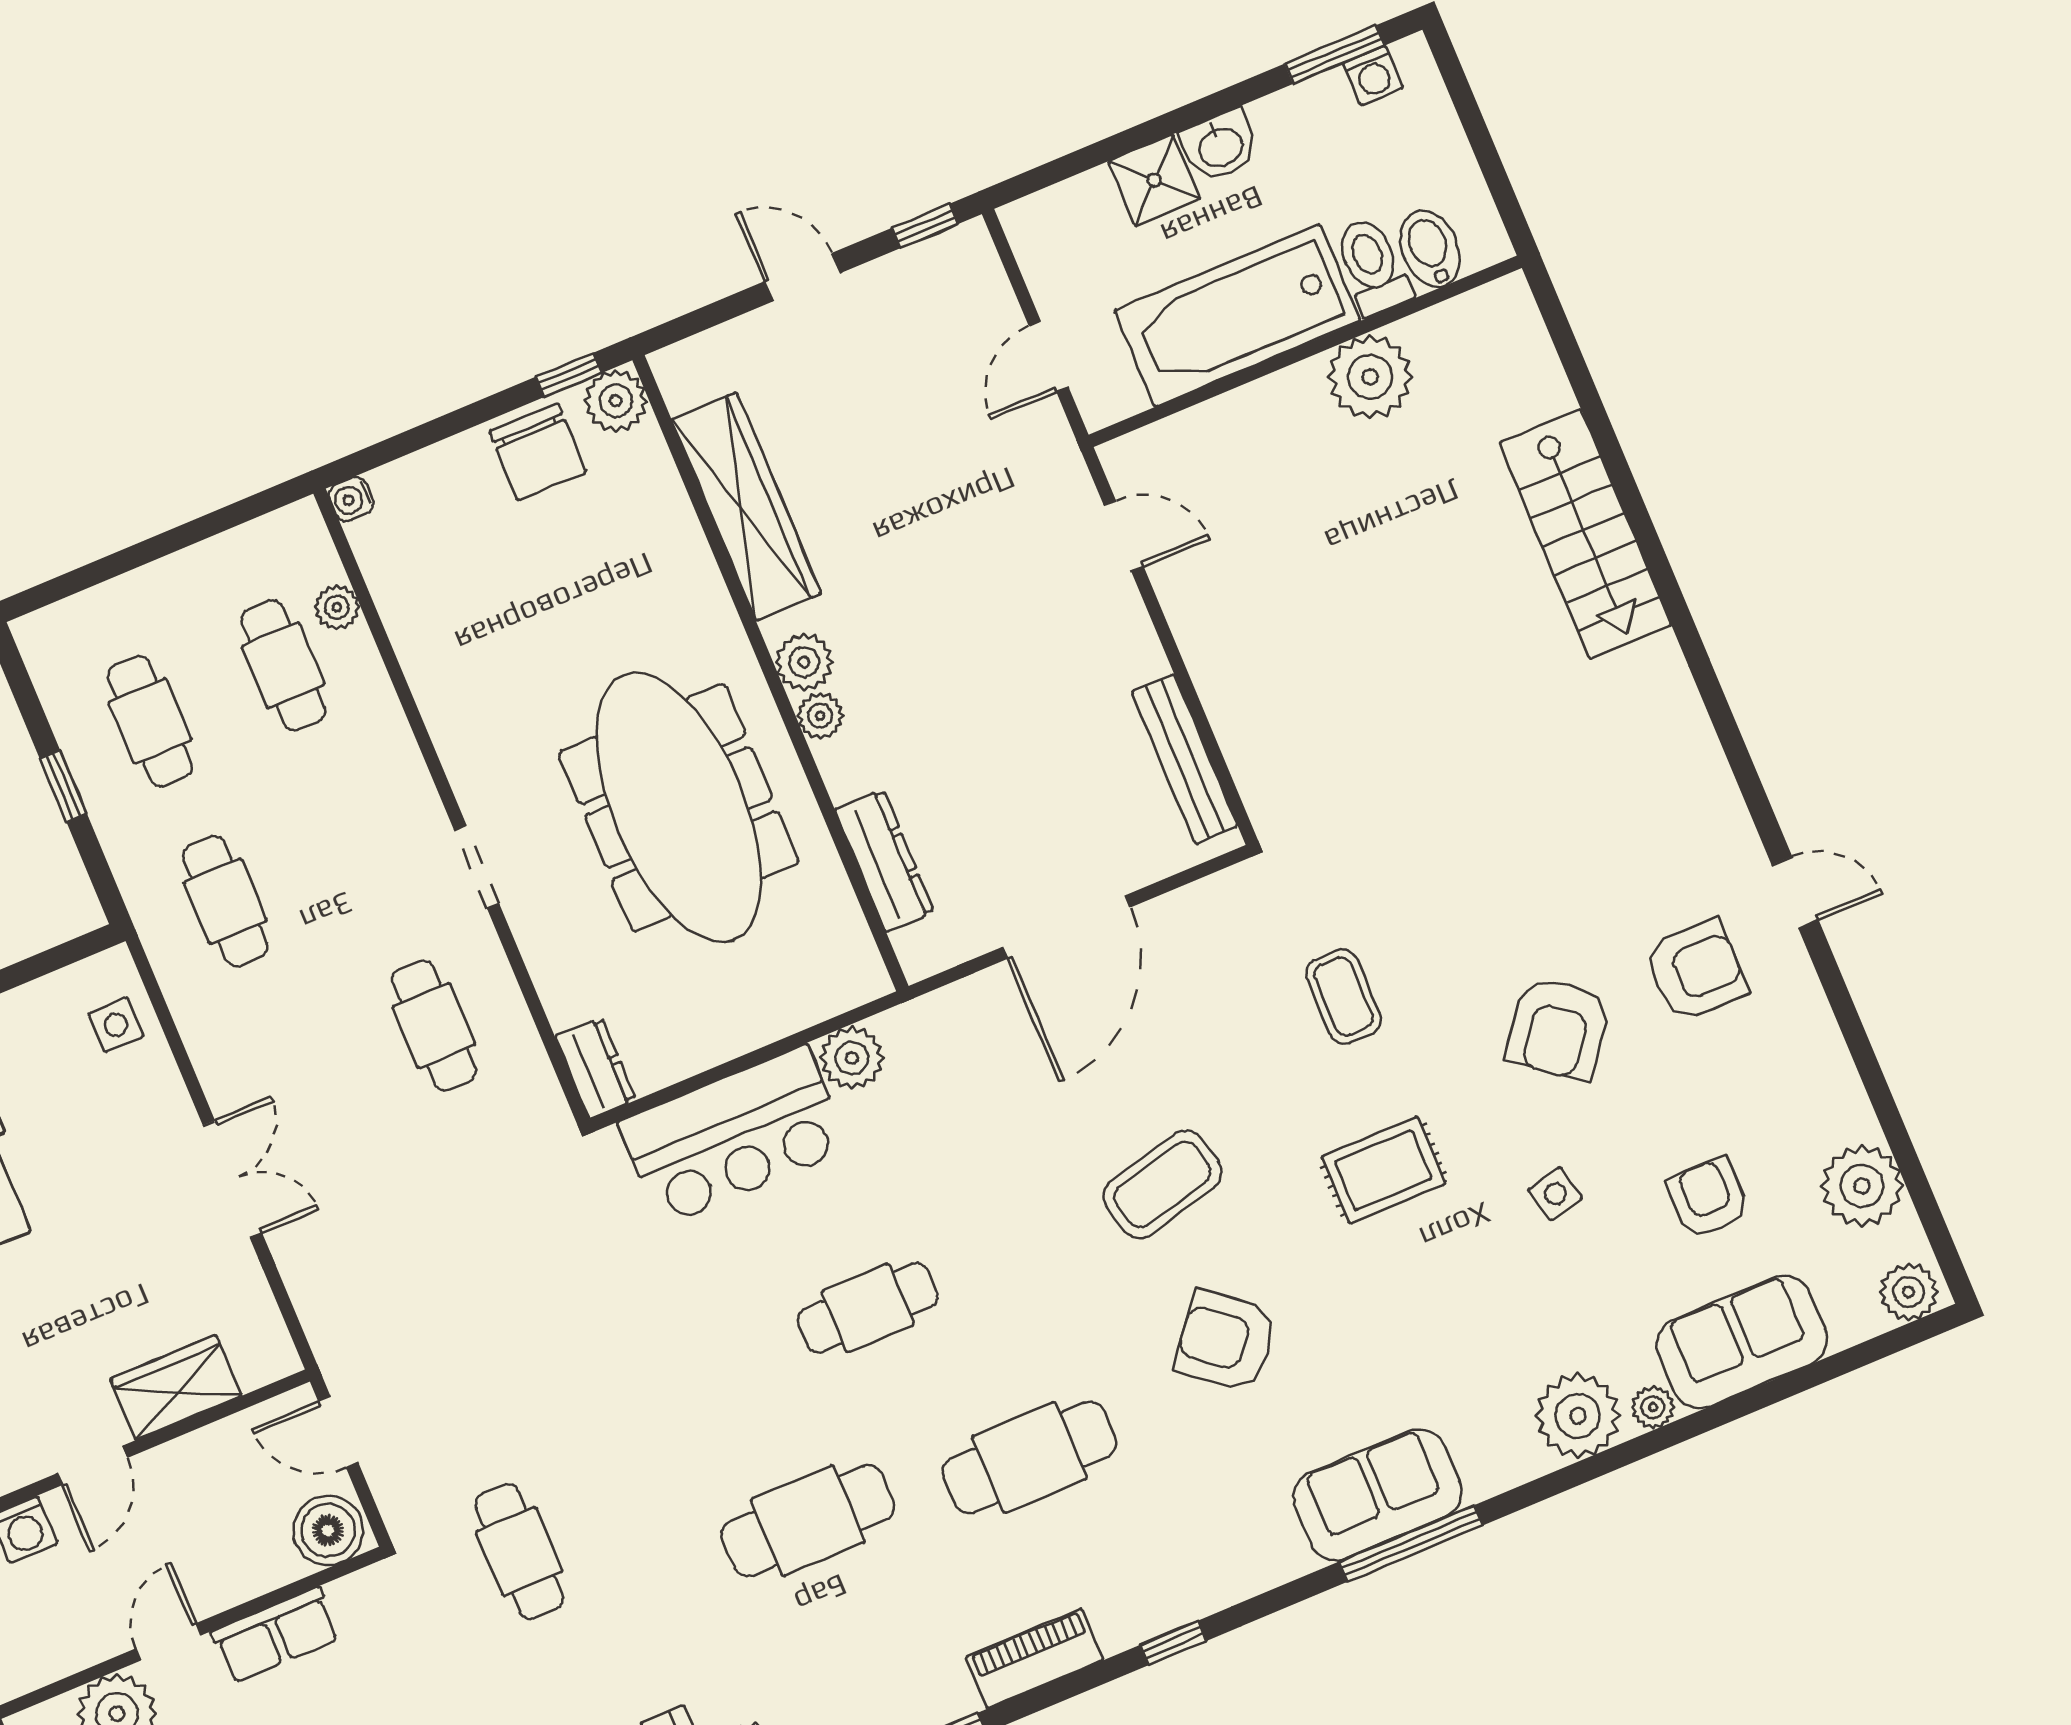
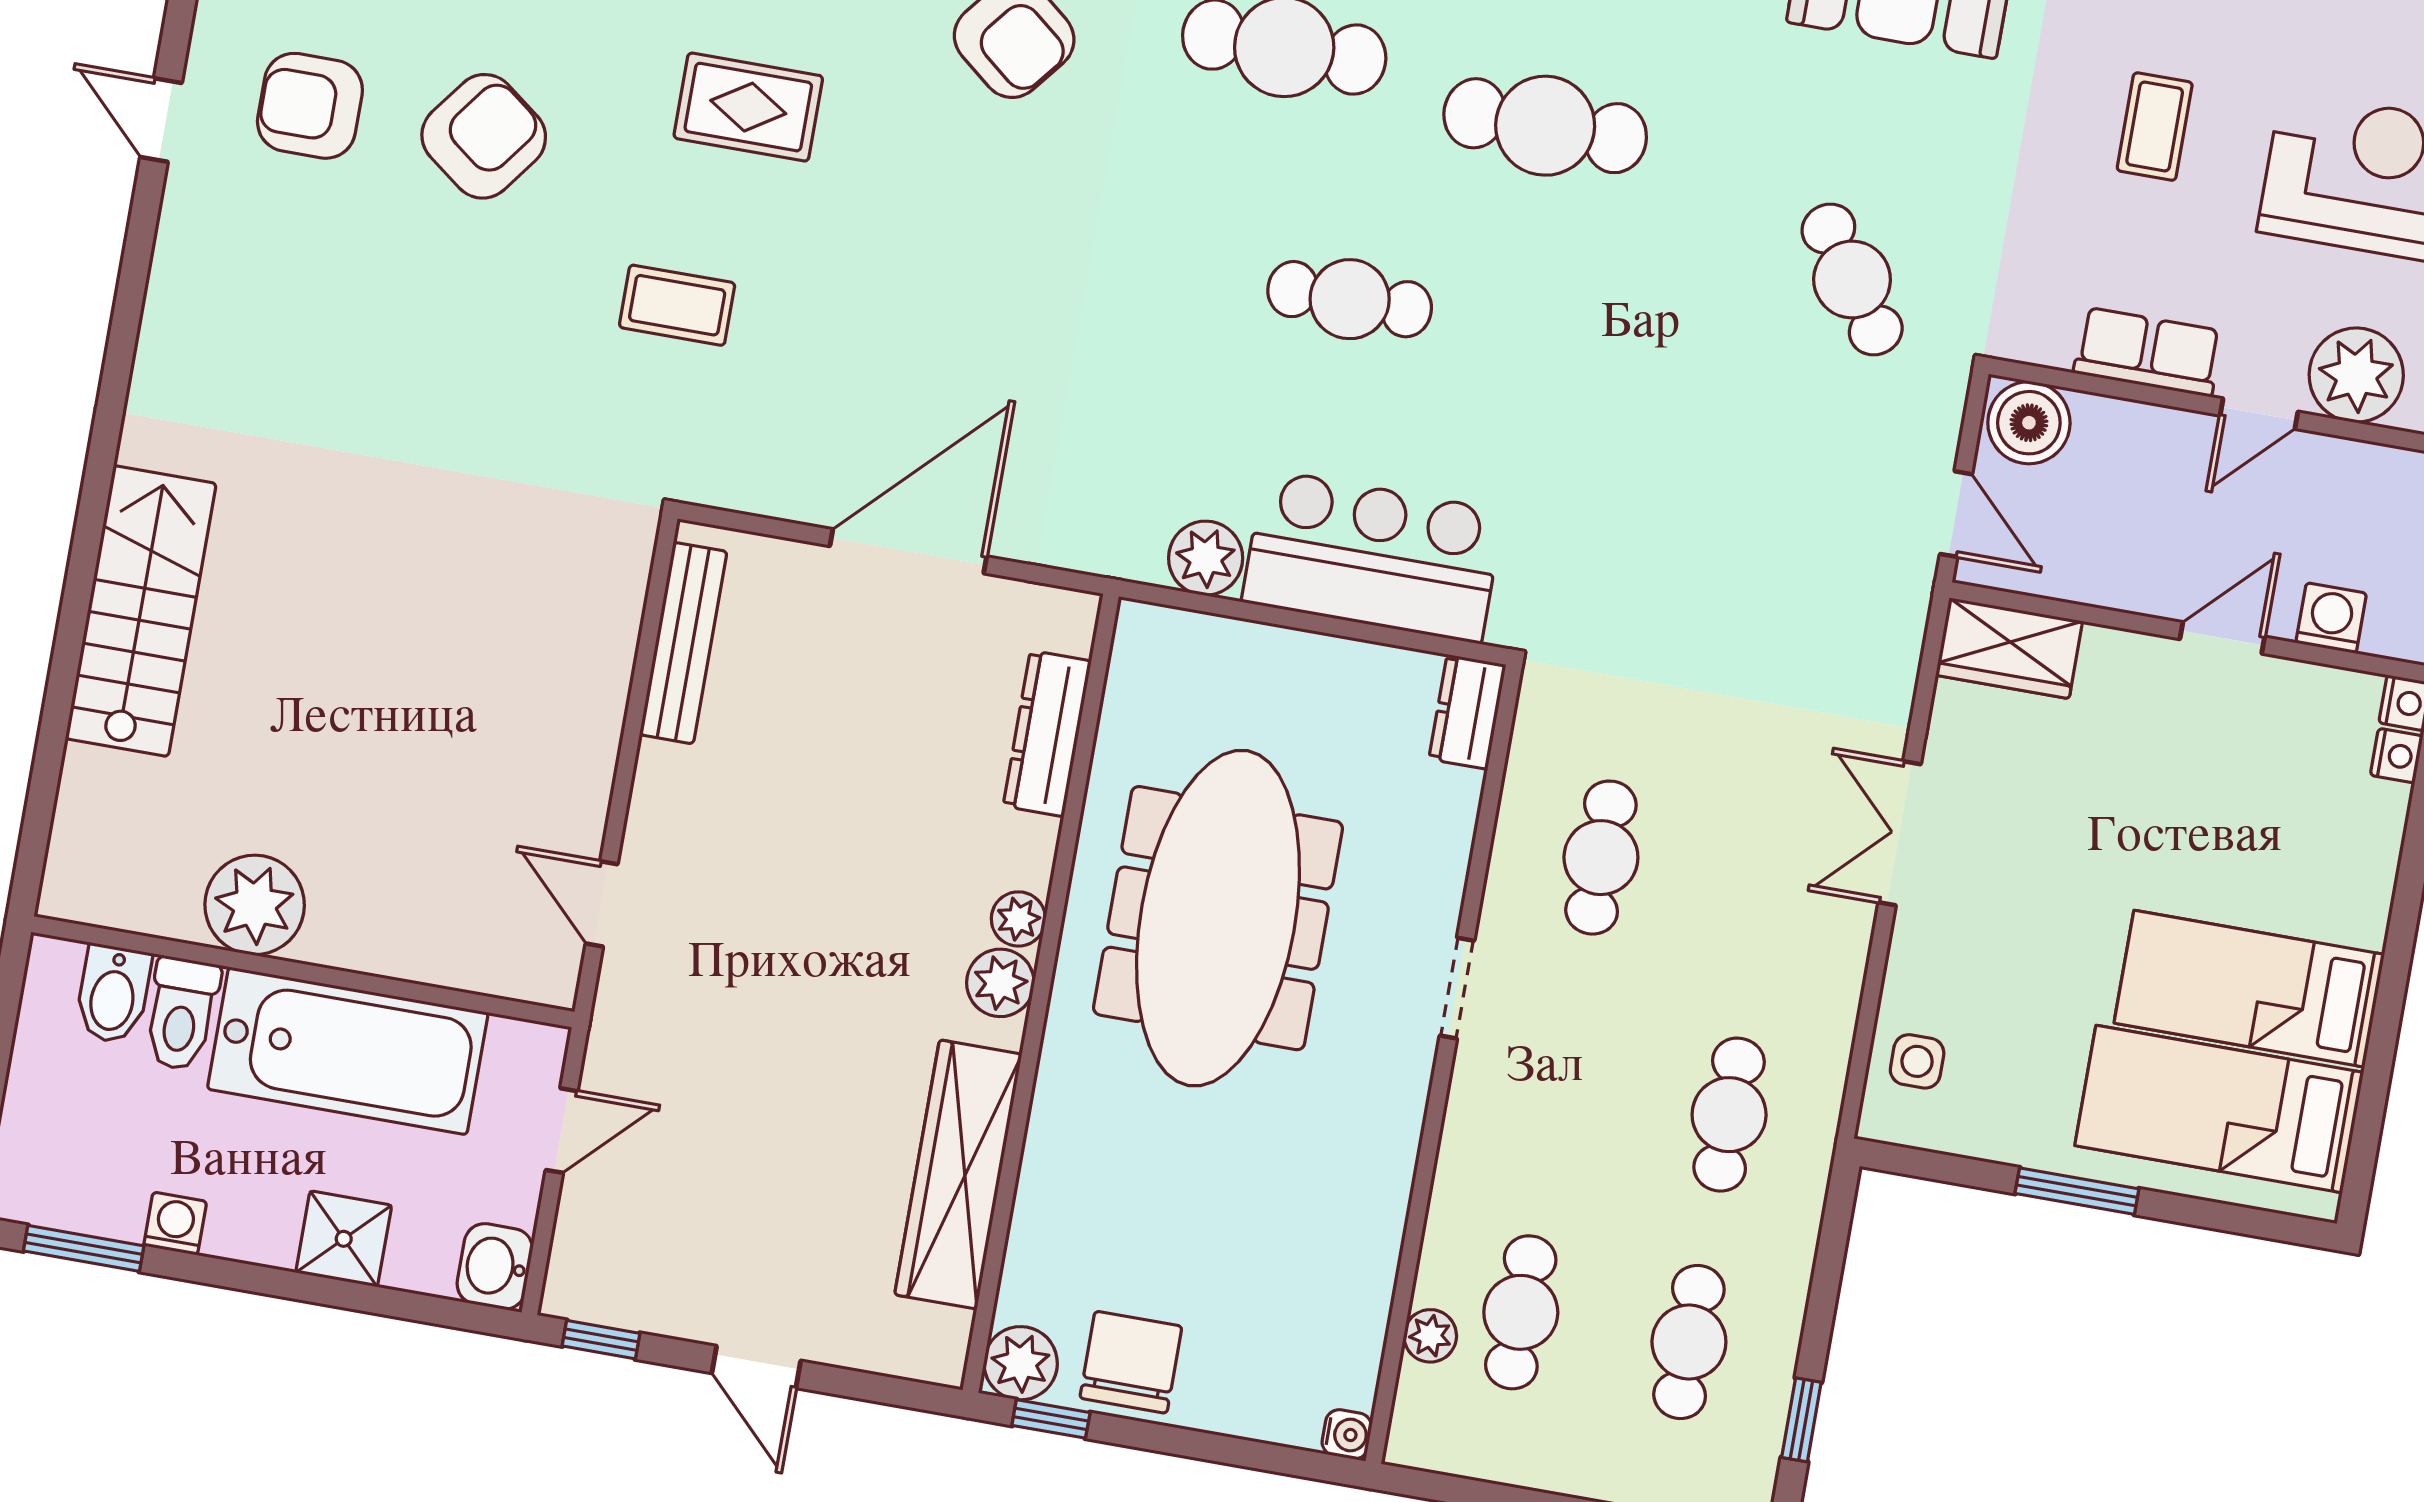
washing machine: (1373, 76) -> (175, 1224), moved
washbasin: (1220, 146) -> (495, 1266), moved, turned -90
window: (63, 786) -> (1801, 1420), moved
coffee table: (1343, 997) -> (677, 305), turned 90
coffee table: (1162, 1184) -> (977, 234), removed
wardrobe: (176, 1387) -> (2009, 648), moved
cafe table: (519, 1551) -> (1852, 280), turned -35

